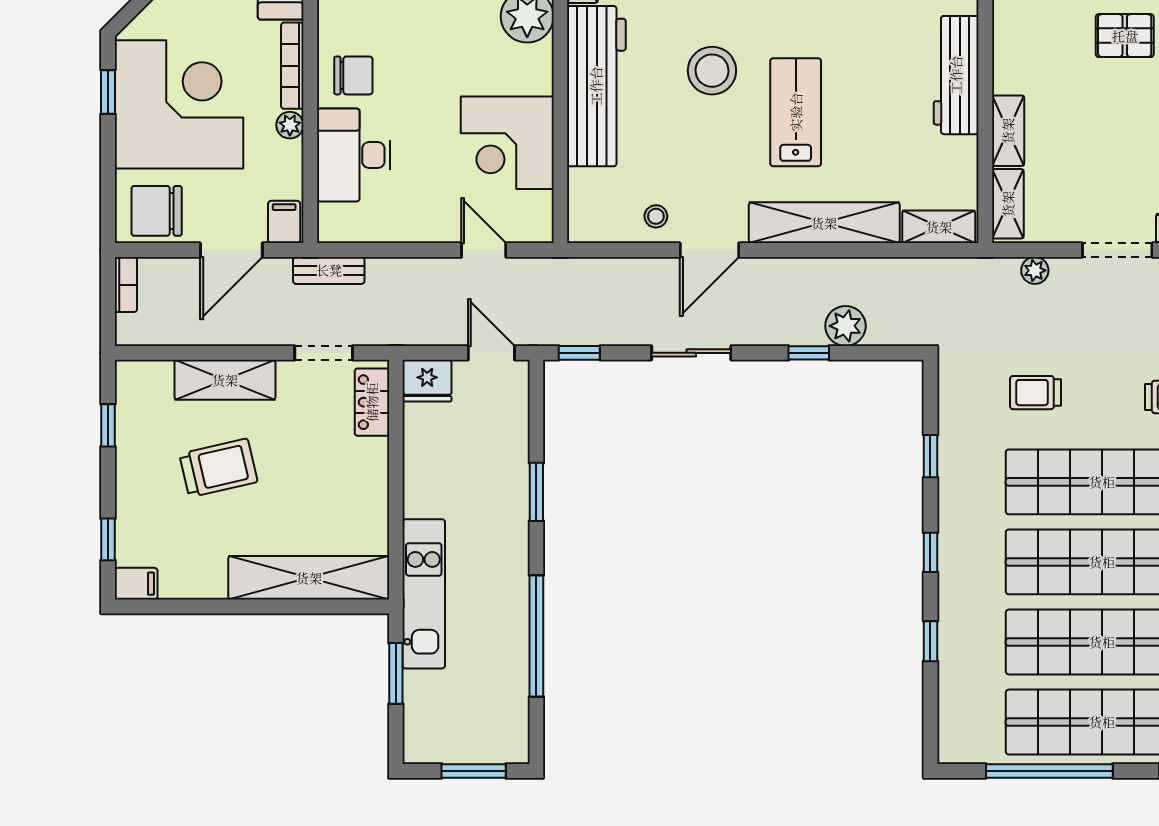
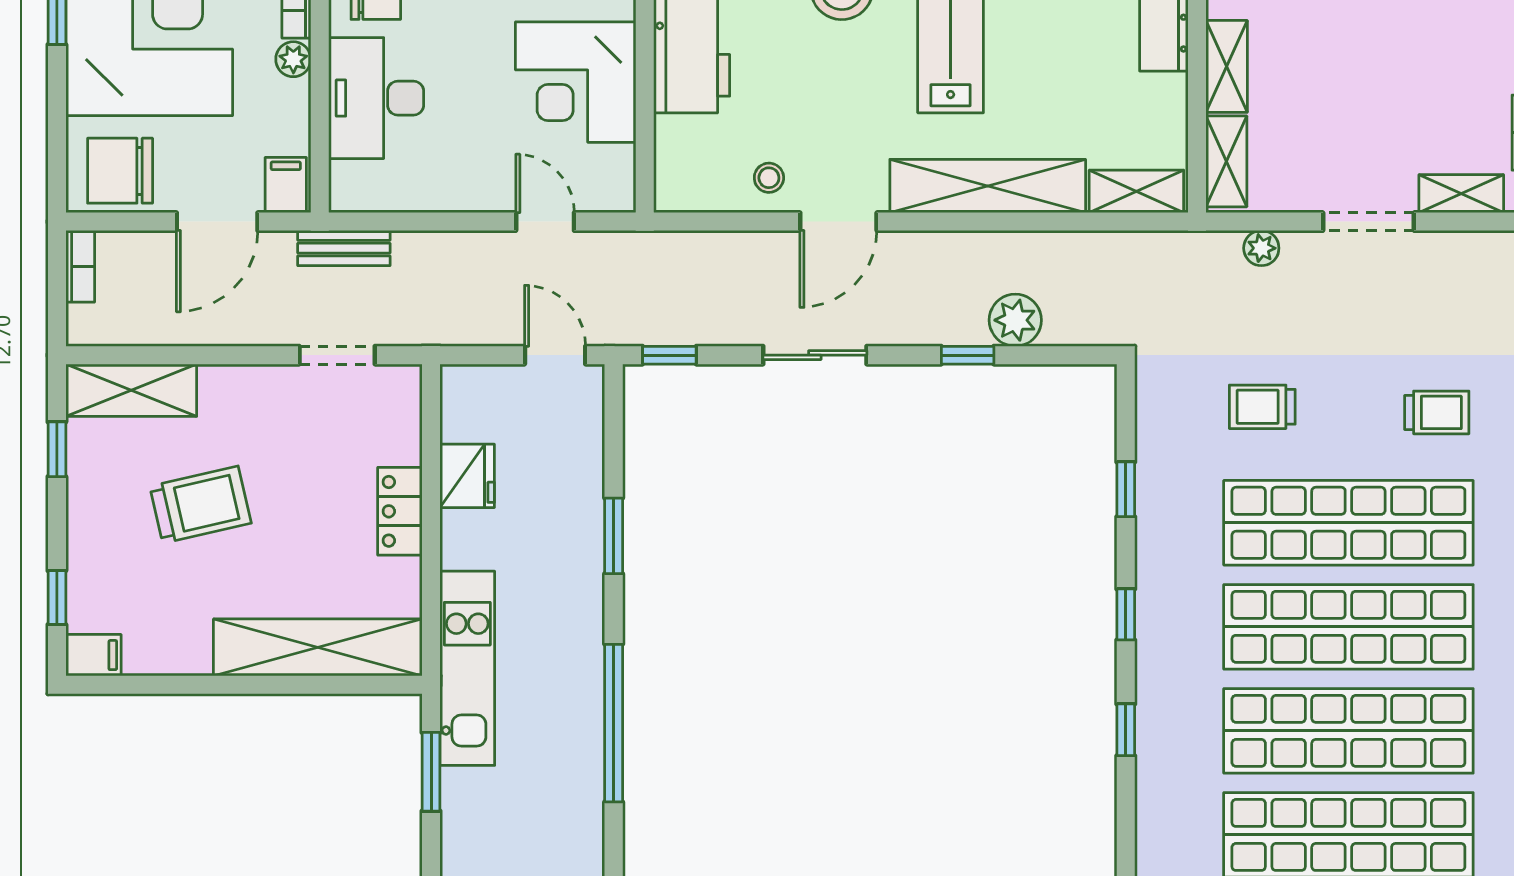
shelving: (225, 380) -> (131, 390), moved
fridge: (427, 381) -> (467, 476), moved, turned -90
locker: (372, 402) -> (400, 511), moved

